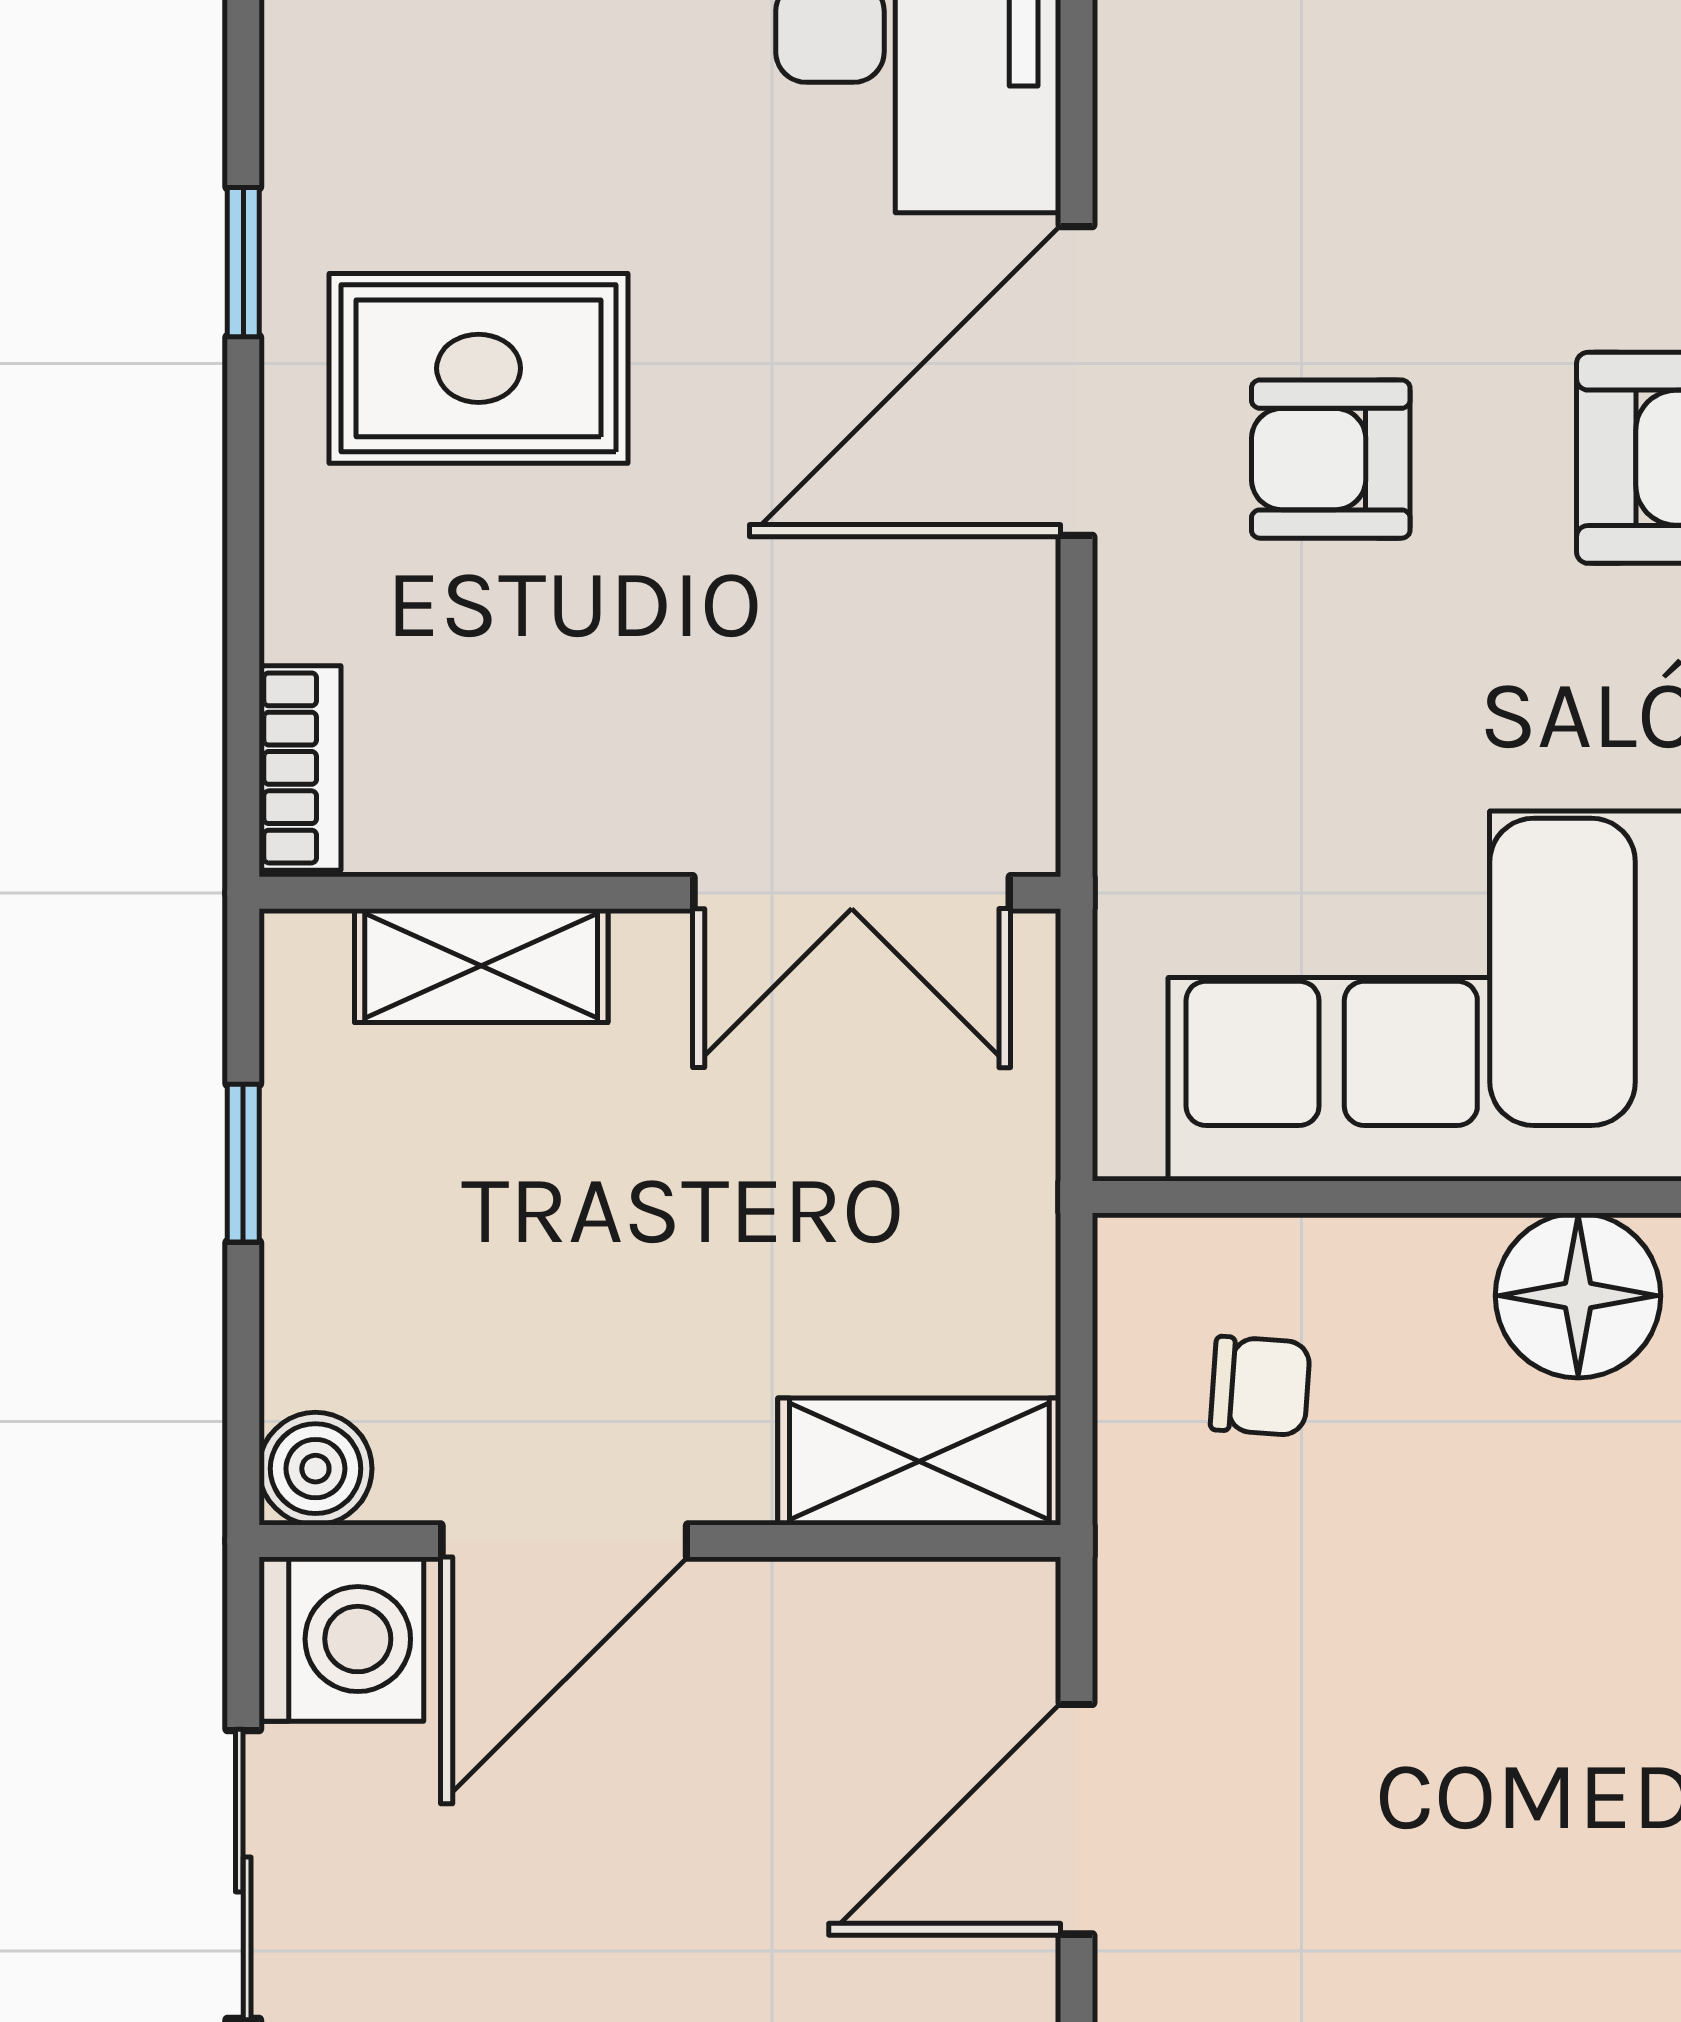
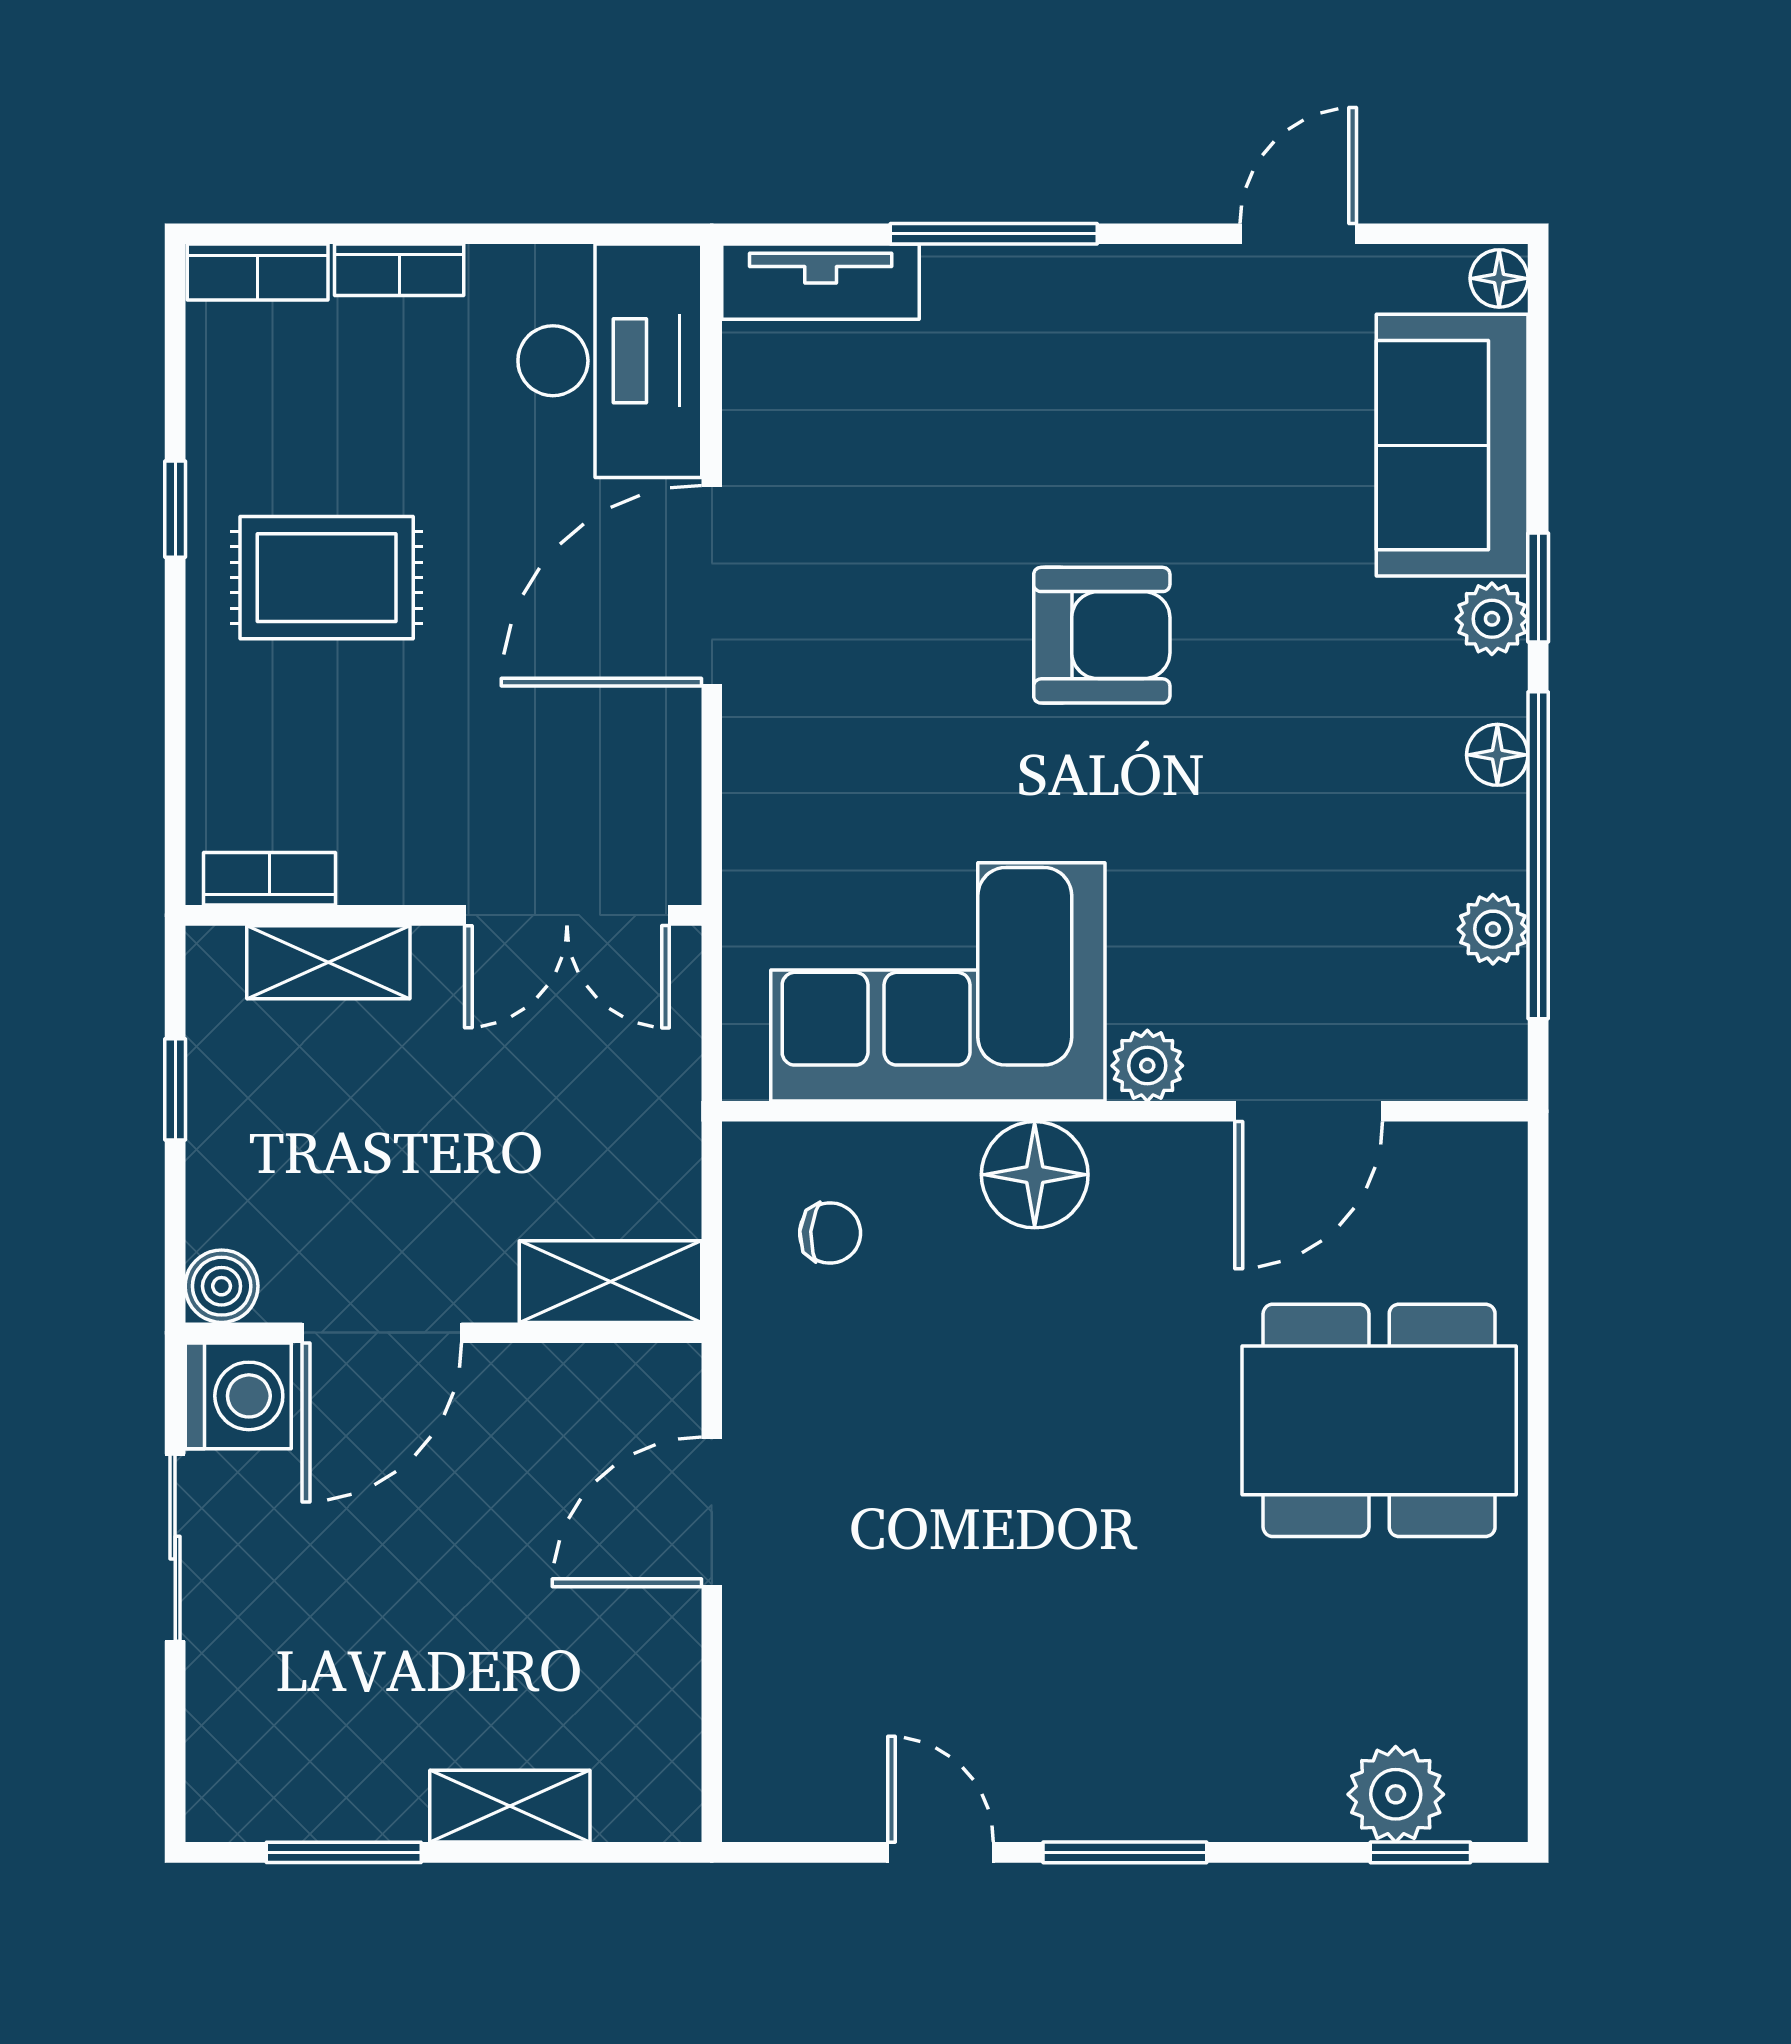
armchair: (1331, 459) -> (875, 636), removed
bookcase: (300, 768) -> (270, 879), moved, turned -90

